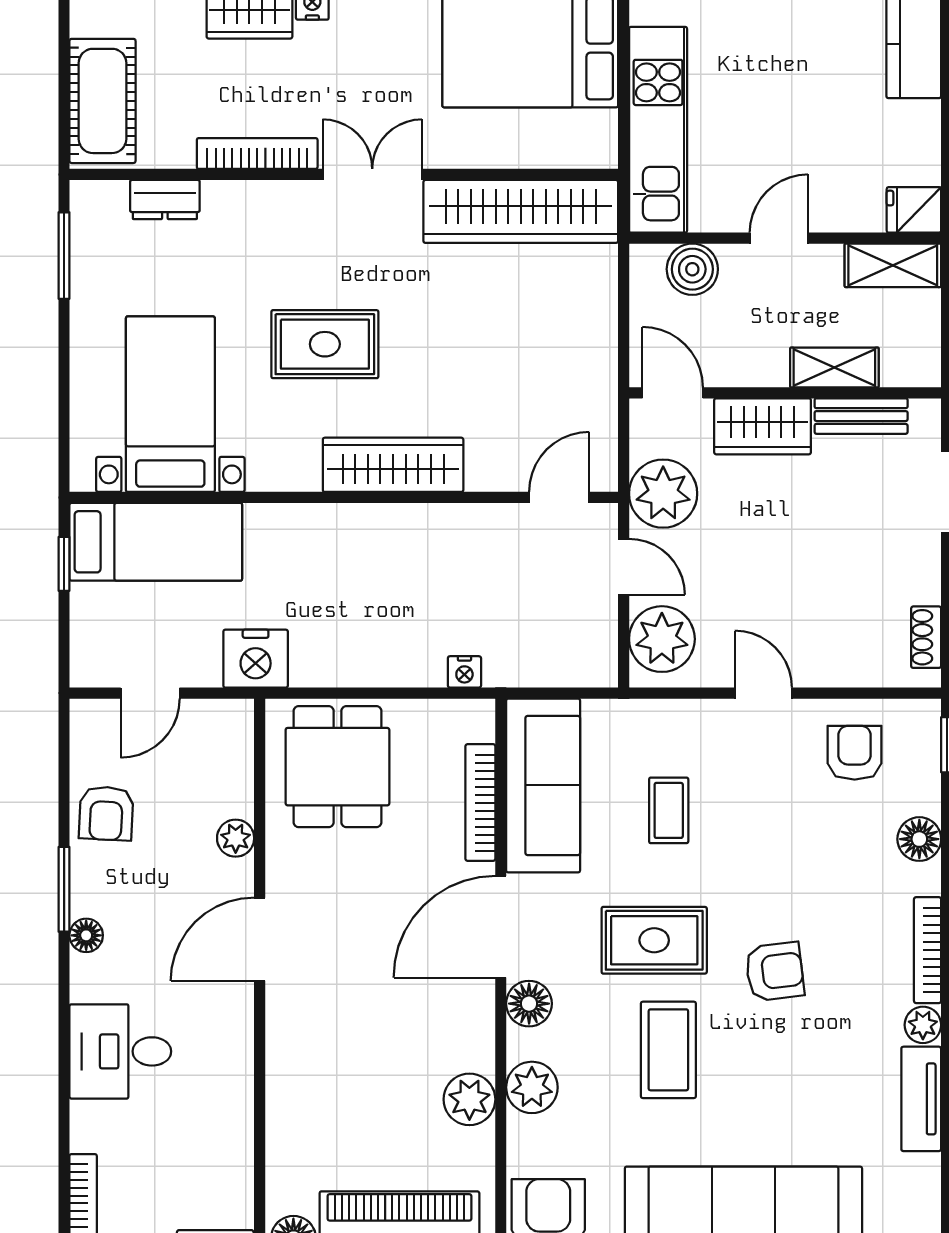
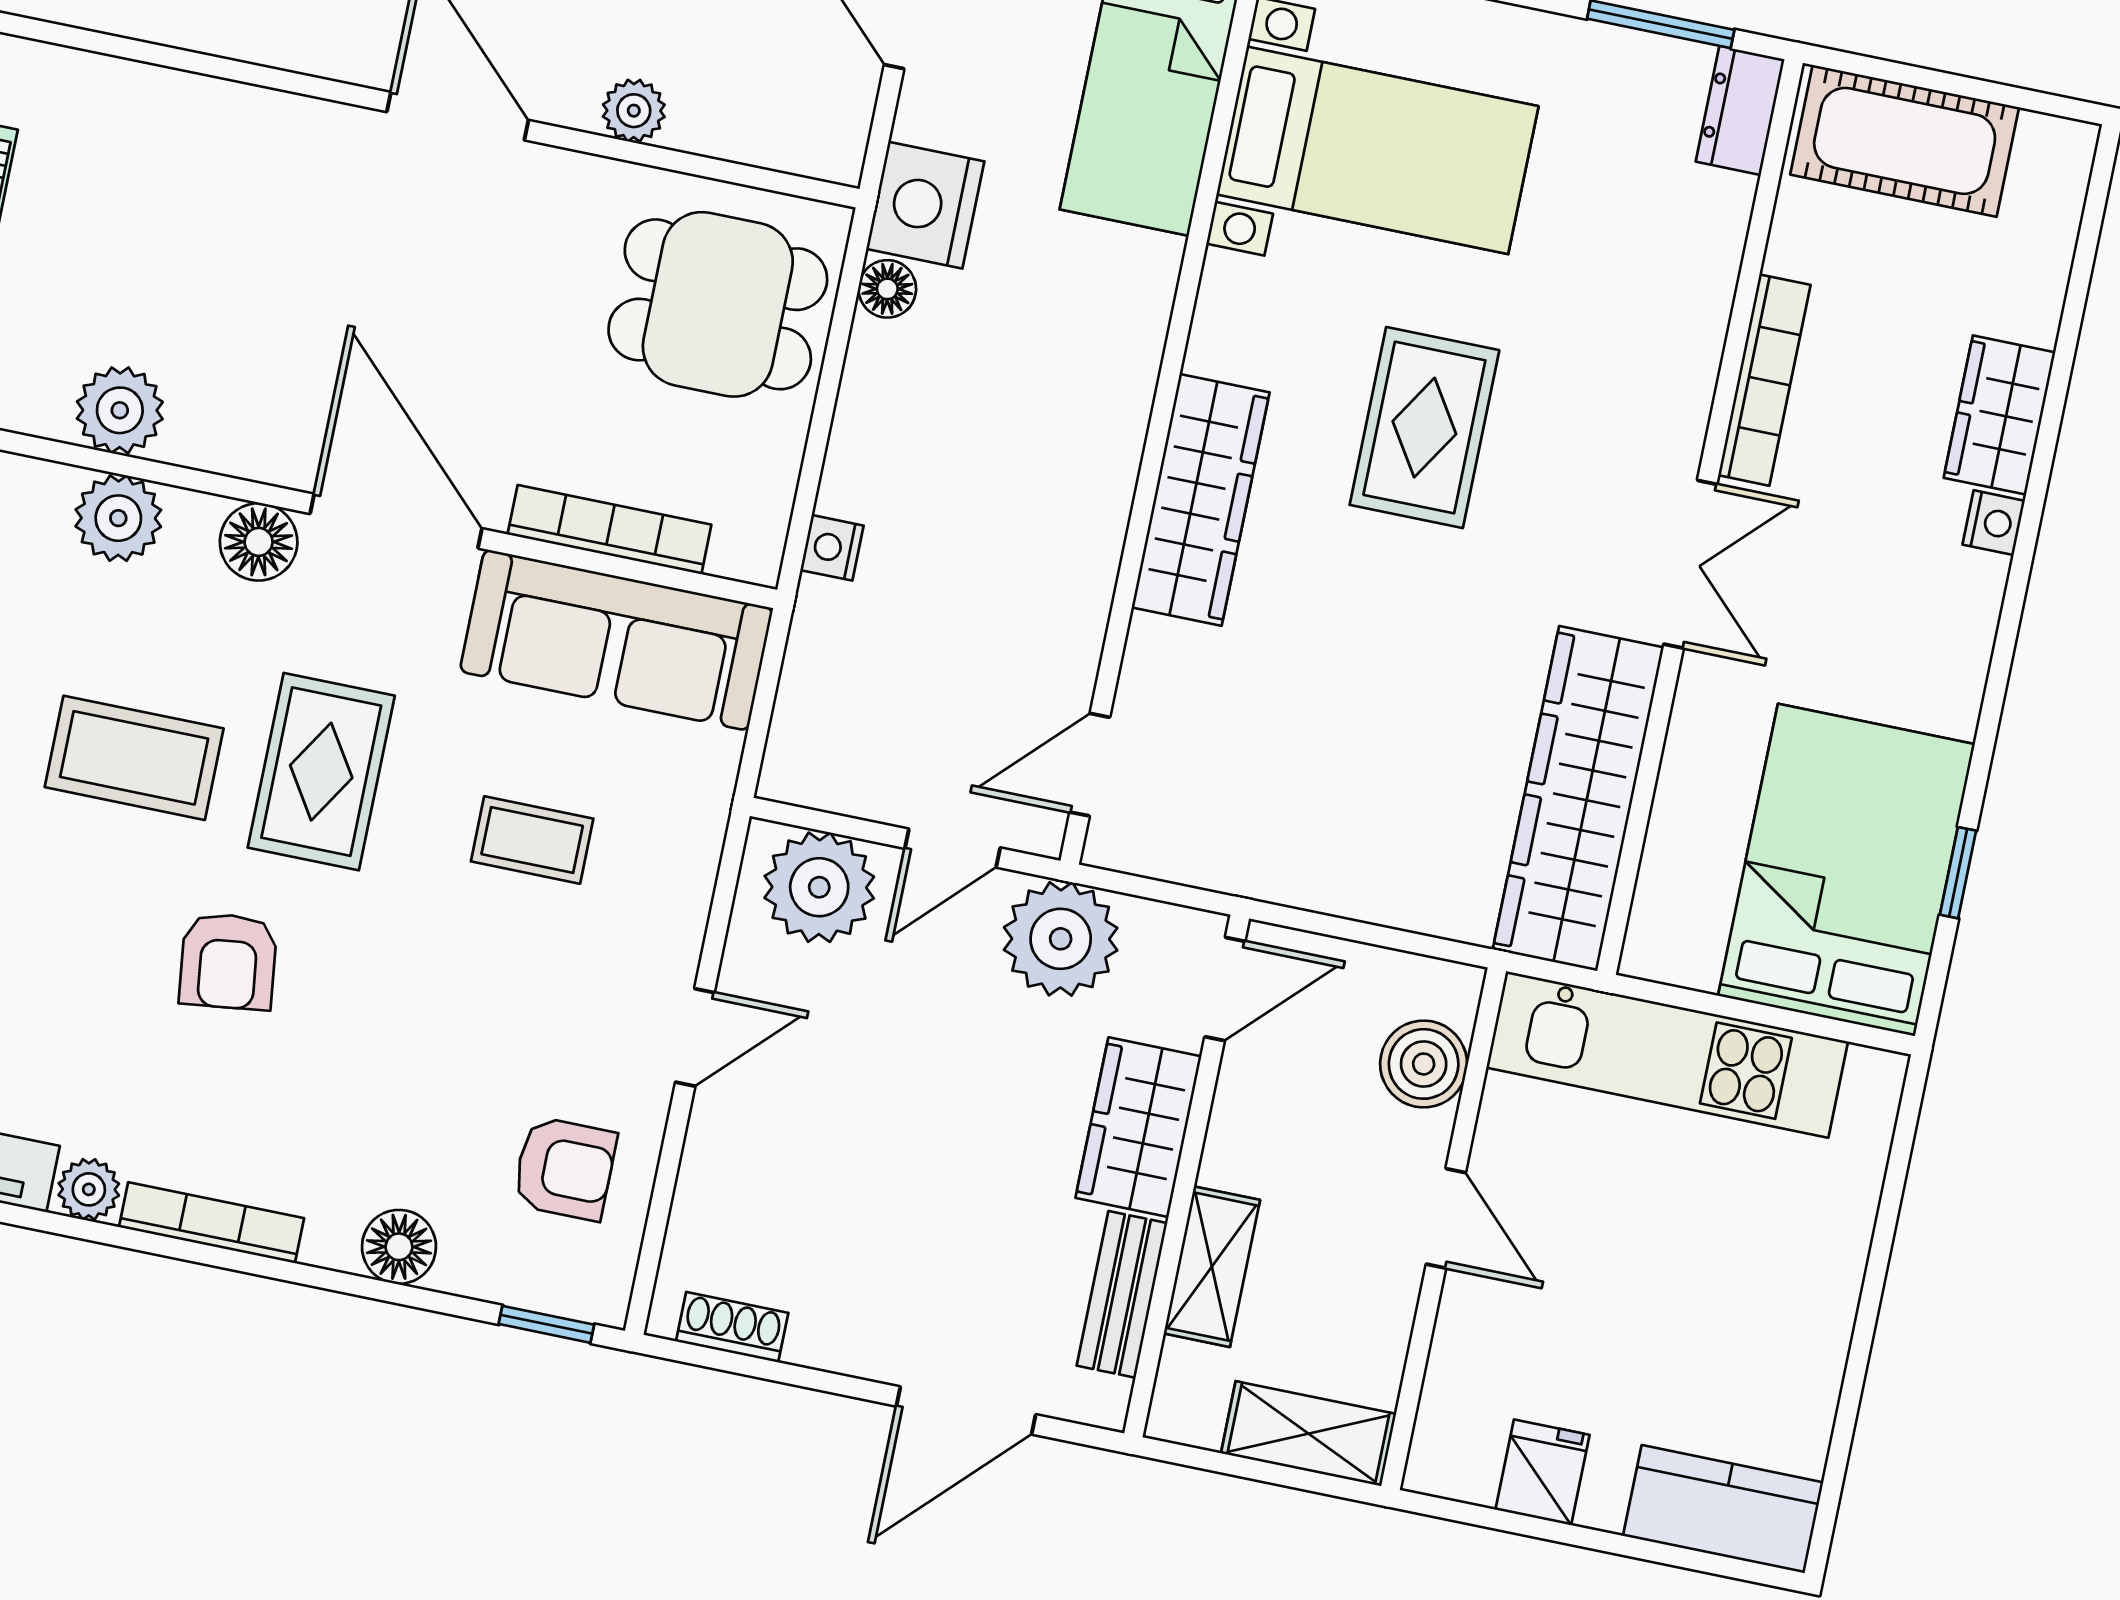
dresser: (165, 200) -> (1740, 110), moved
fridge: (914, 210) -> (1543, 1472), moved
shelving: (893, 265) -> (1308, 1434), moved, turned 90
door: (559, 497) -> (1090, 765), swing flipped
floor lamp: (308, 671) -> (887, 289), added

